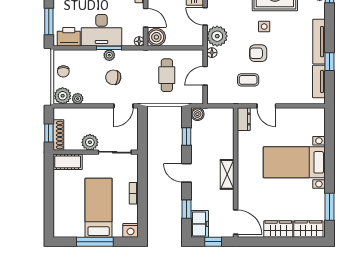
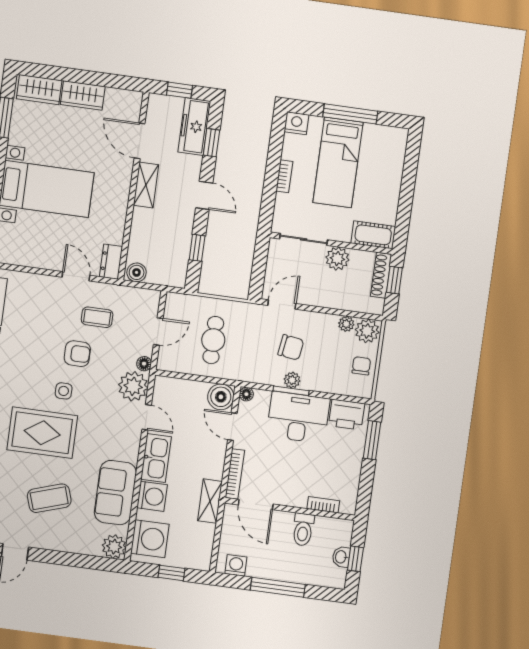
boiler: (197, 114) -> (137, 272), moved
door: (236, 222) -> (140, 141), moved
freezer: (200, 224) -> (194, 127), width x1.40

